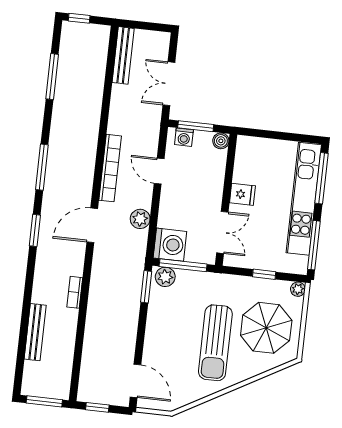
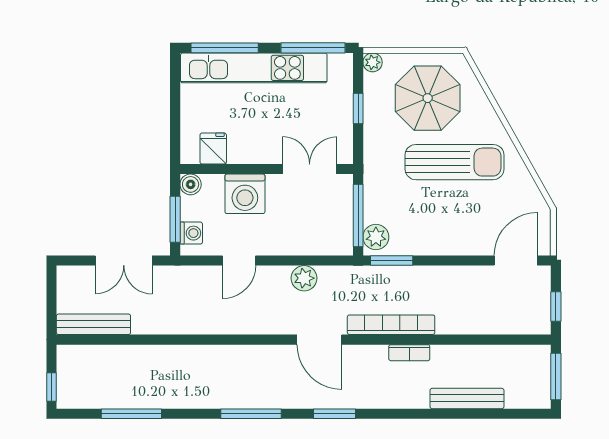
bookcase: (110, 168) -> (391, 325), moved
fridge: (242, 194) -> (213, 148), moved
washing machine: (170, 245) -> (245, 194), moved, turned 180

